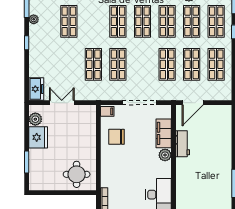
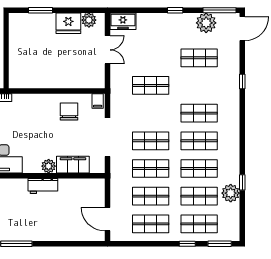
plant: (34, 19) -> (206, 23), width x1.88, depth x1.88
shop shelf: (118, 64) -> (151, 141), moved
door: (193, 103) -> (107, 219), moved
workbench: (183, 144) -> (43, 186), moved
round table: (77, 174) -> (27, 67), removed

